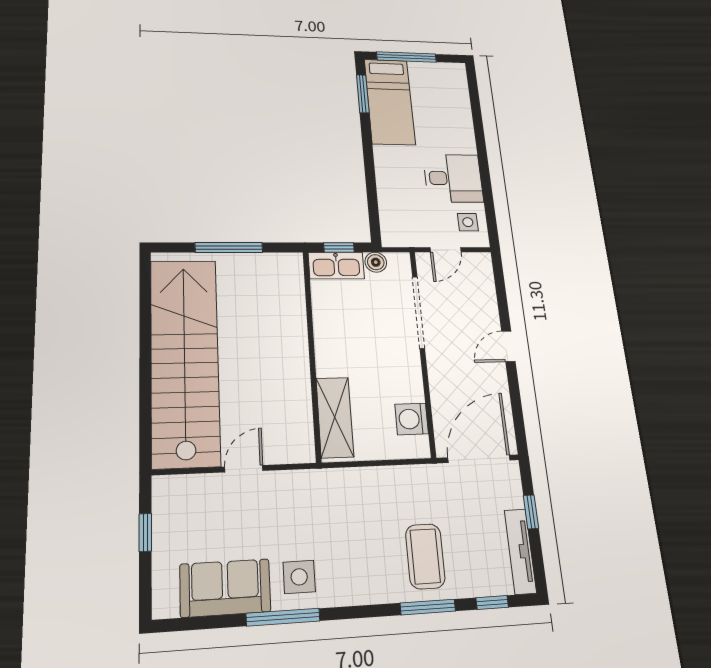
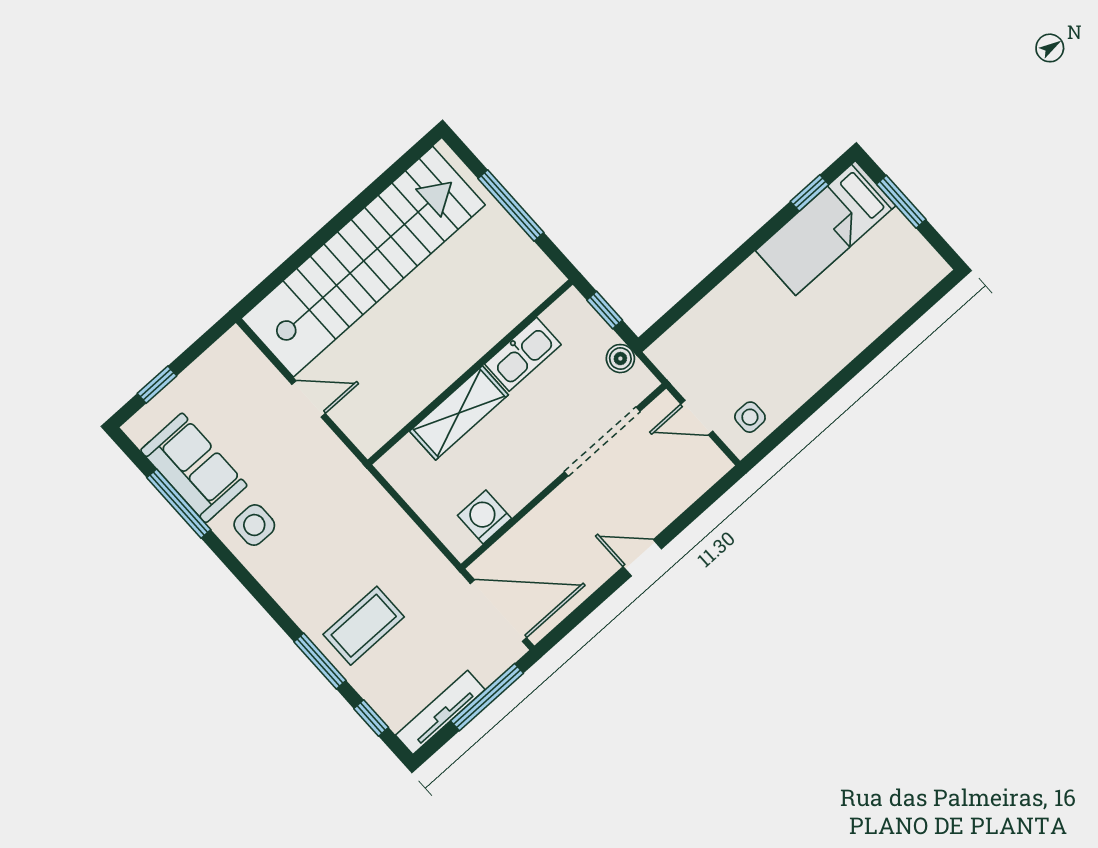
window: (406, 57) -> (901, 202), width x0.69
window: (363, 94) -> (809, 193), width x0.67
desk: (453, 178) -> (790, 364), removed
kitchen sink: (336, 266) -> (523, 354), moved, turned -90
shelving: (335, 417) -> (459, 413), moved
window: (531, 512) -> (487, 697), width x2.17
window: (145, 532) -> (157, 385), moved
window: (283, 617) -> (179, 504), moved

